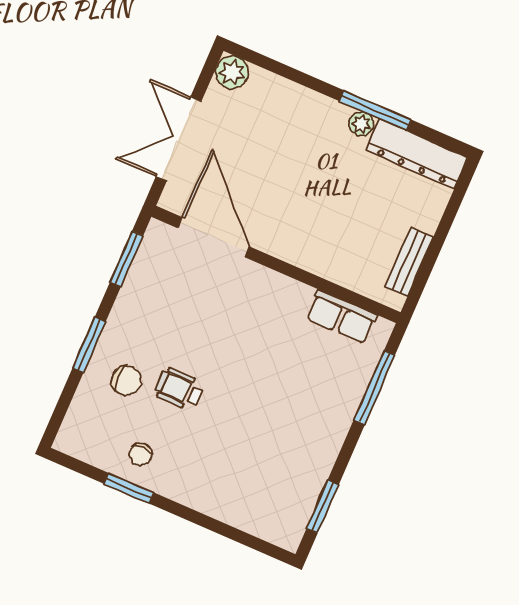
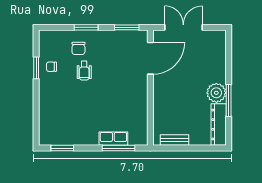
plant: (232, 72) -> (219, 37), removed
plant: (361, 124) -> (216, 93), width x1.87, depth x1.87
row of seats: (342, 317) -> (113, 139), moved, turned 90
wheelchair: (179, 389) -> (84, 71), turned 180

